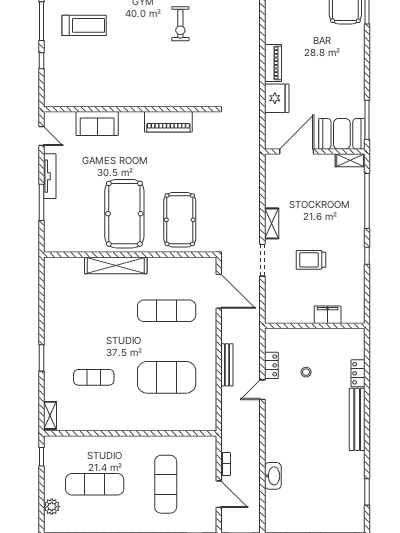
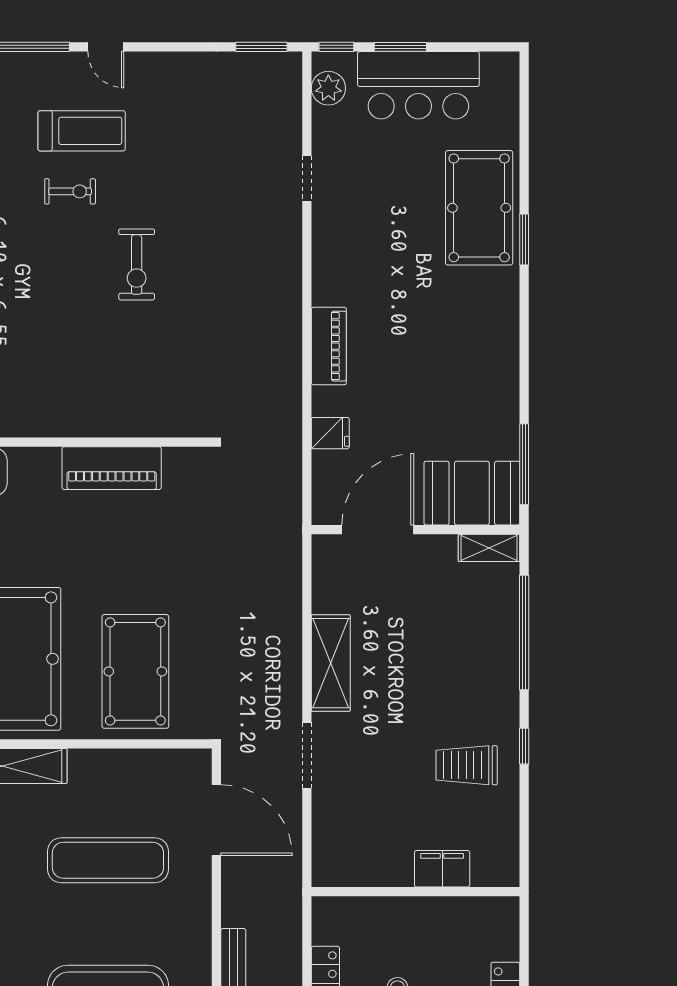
fridge: (277, 98) -> (330, 433), width x0.53, depth x0.75
shelving: (272, 223) -> (331, 663), width x1.50, depth x1.33
trolley: (311, 260) -> (467, 765), moved

